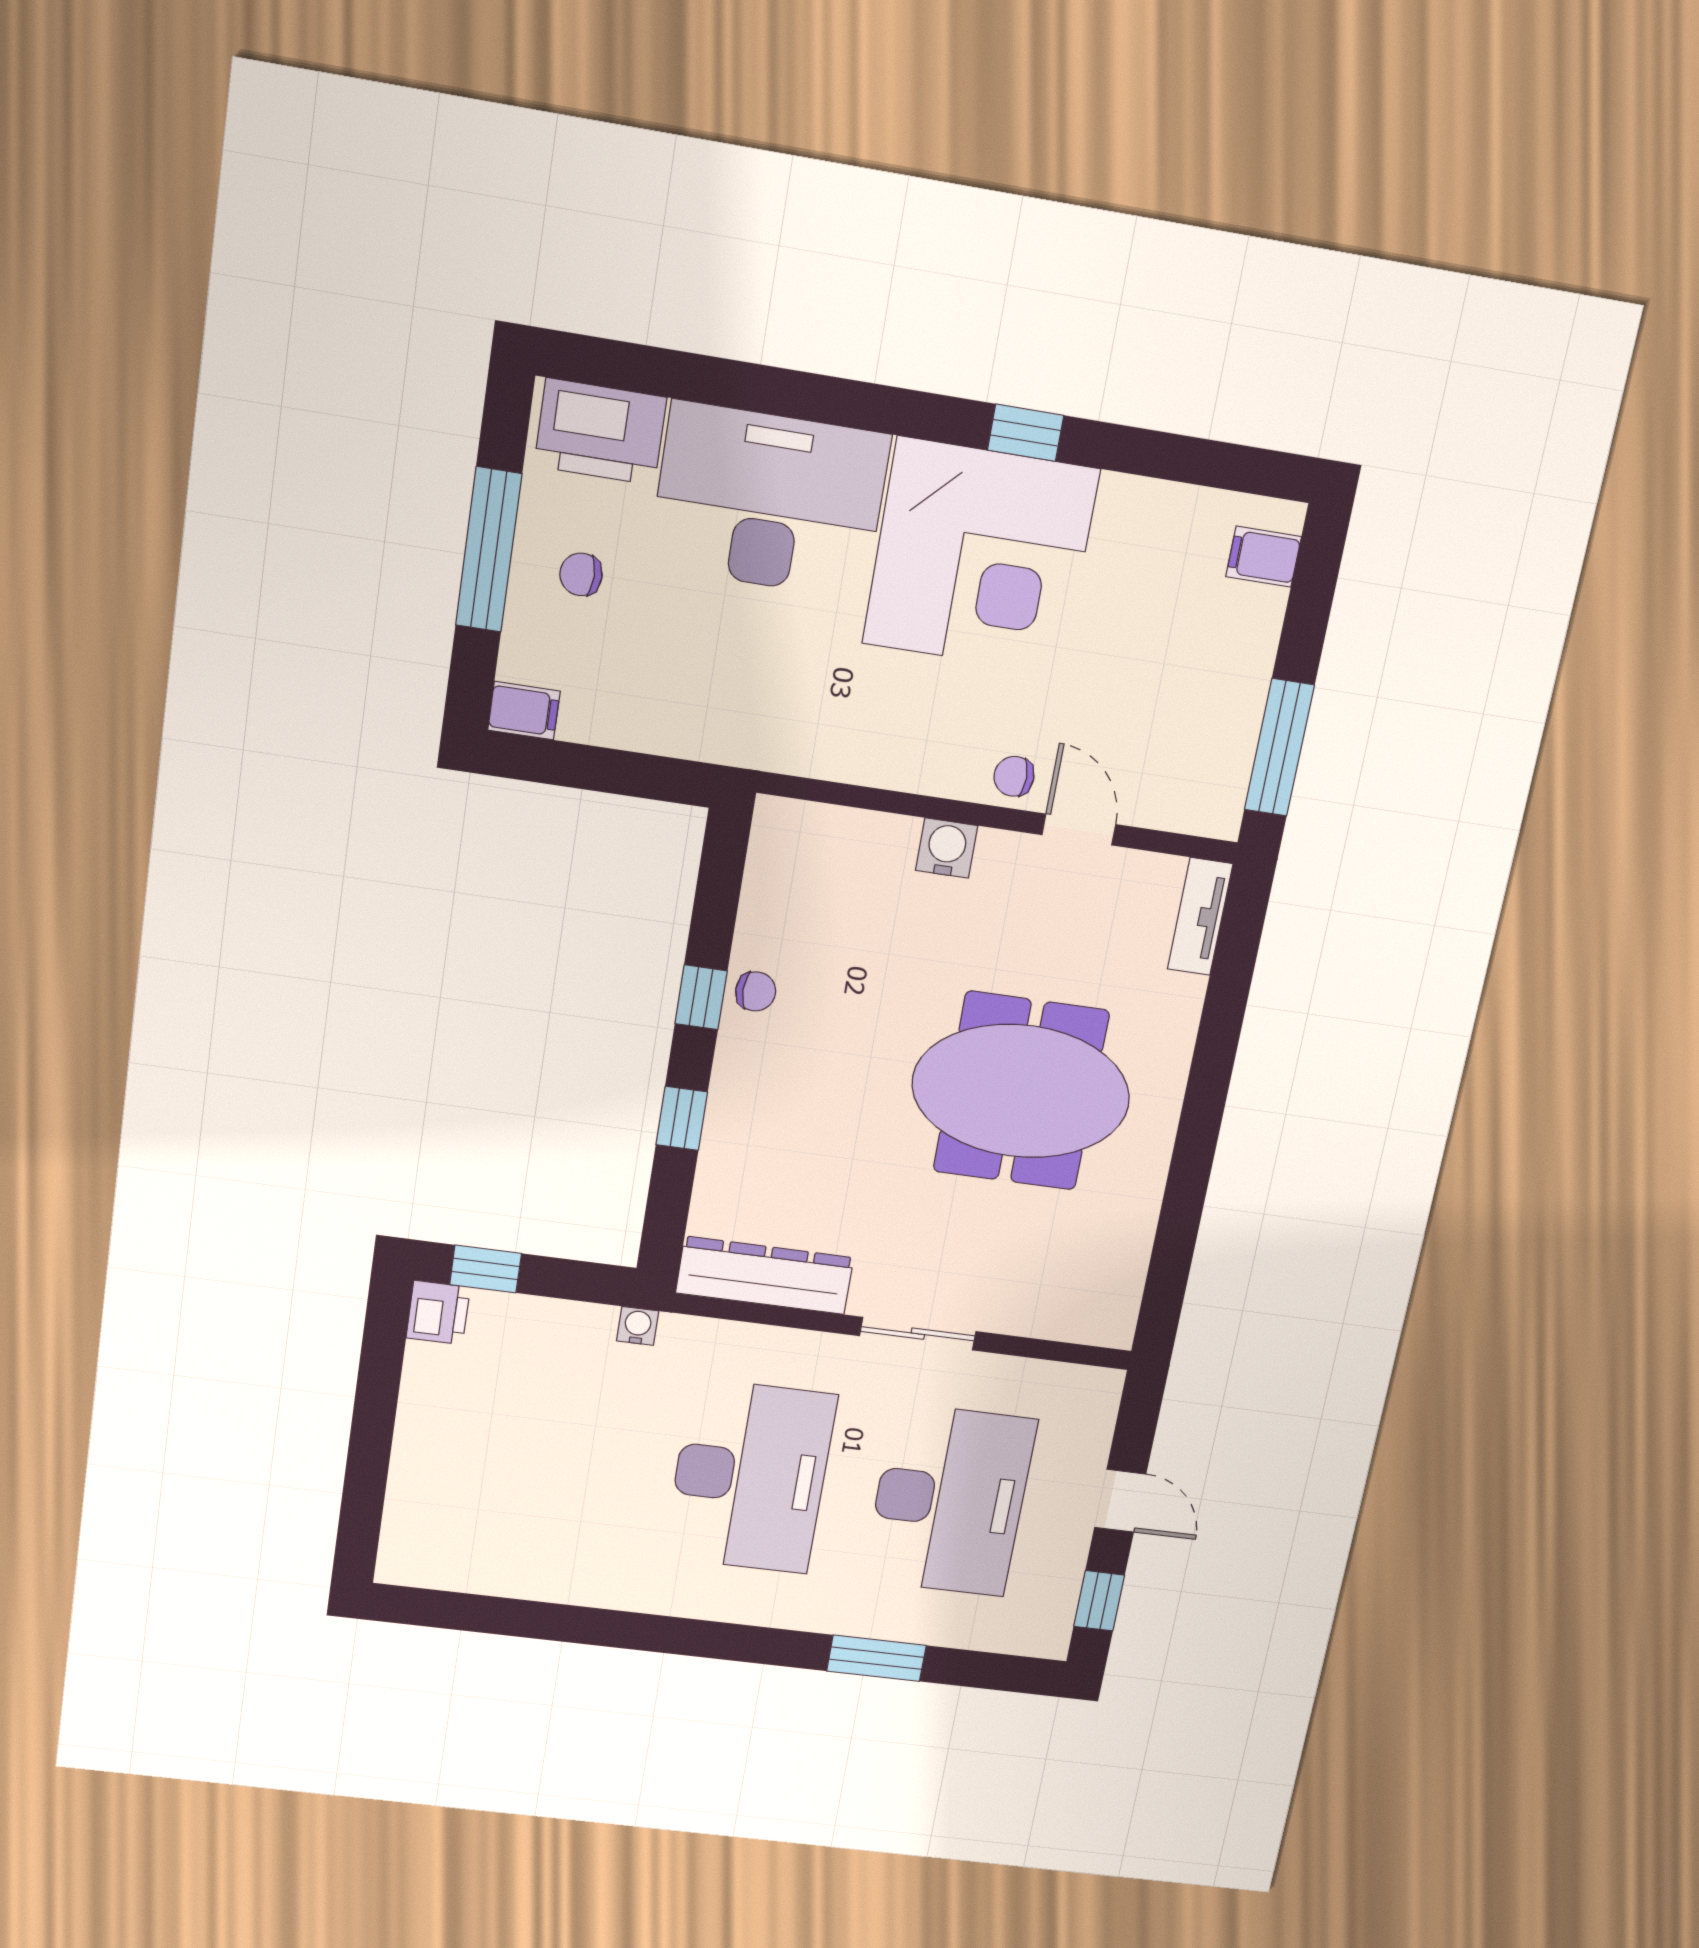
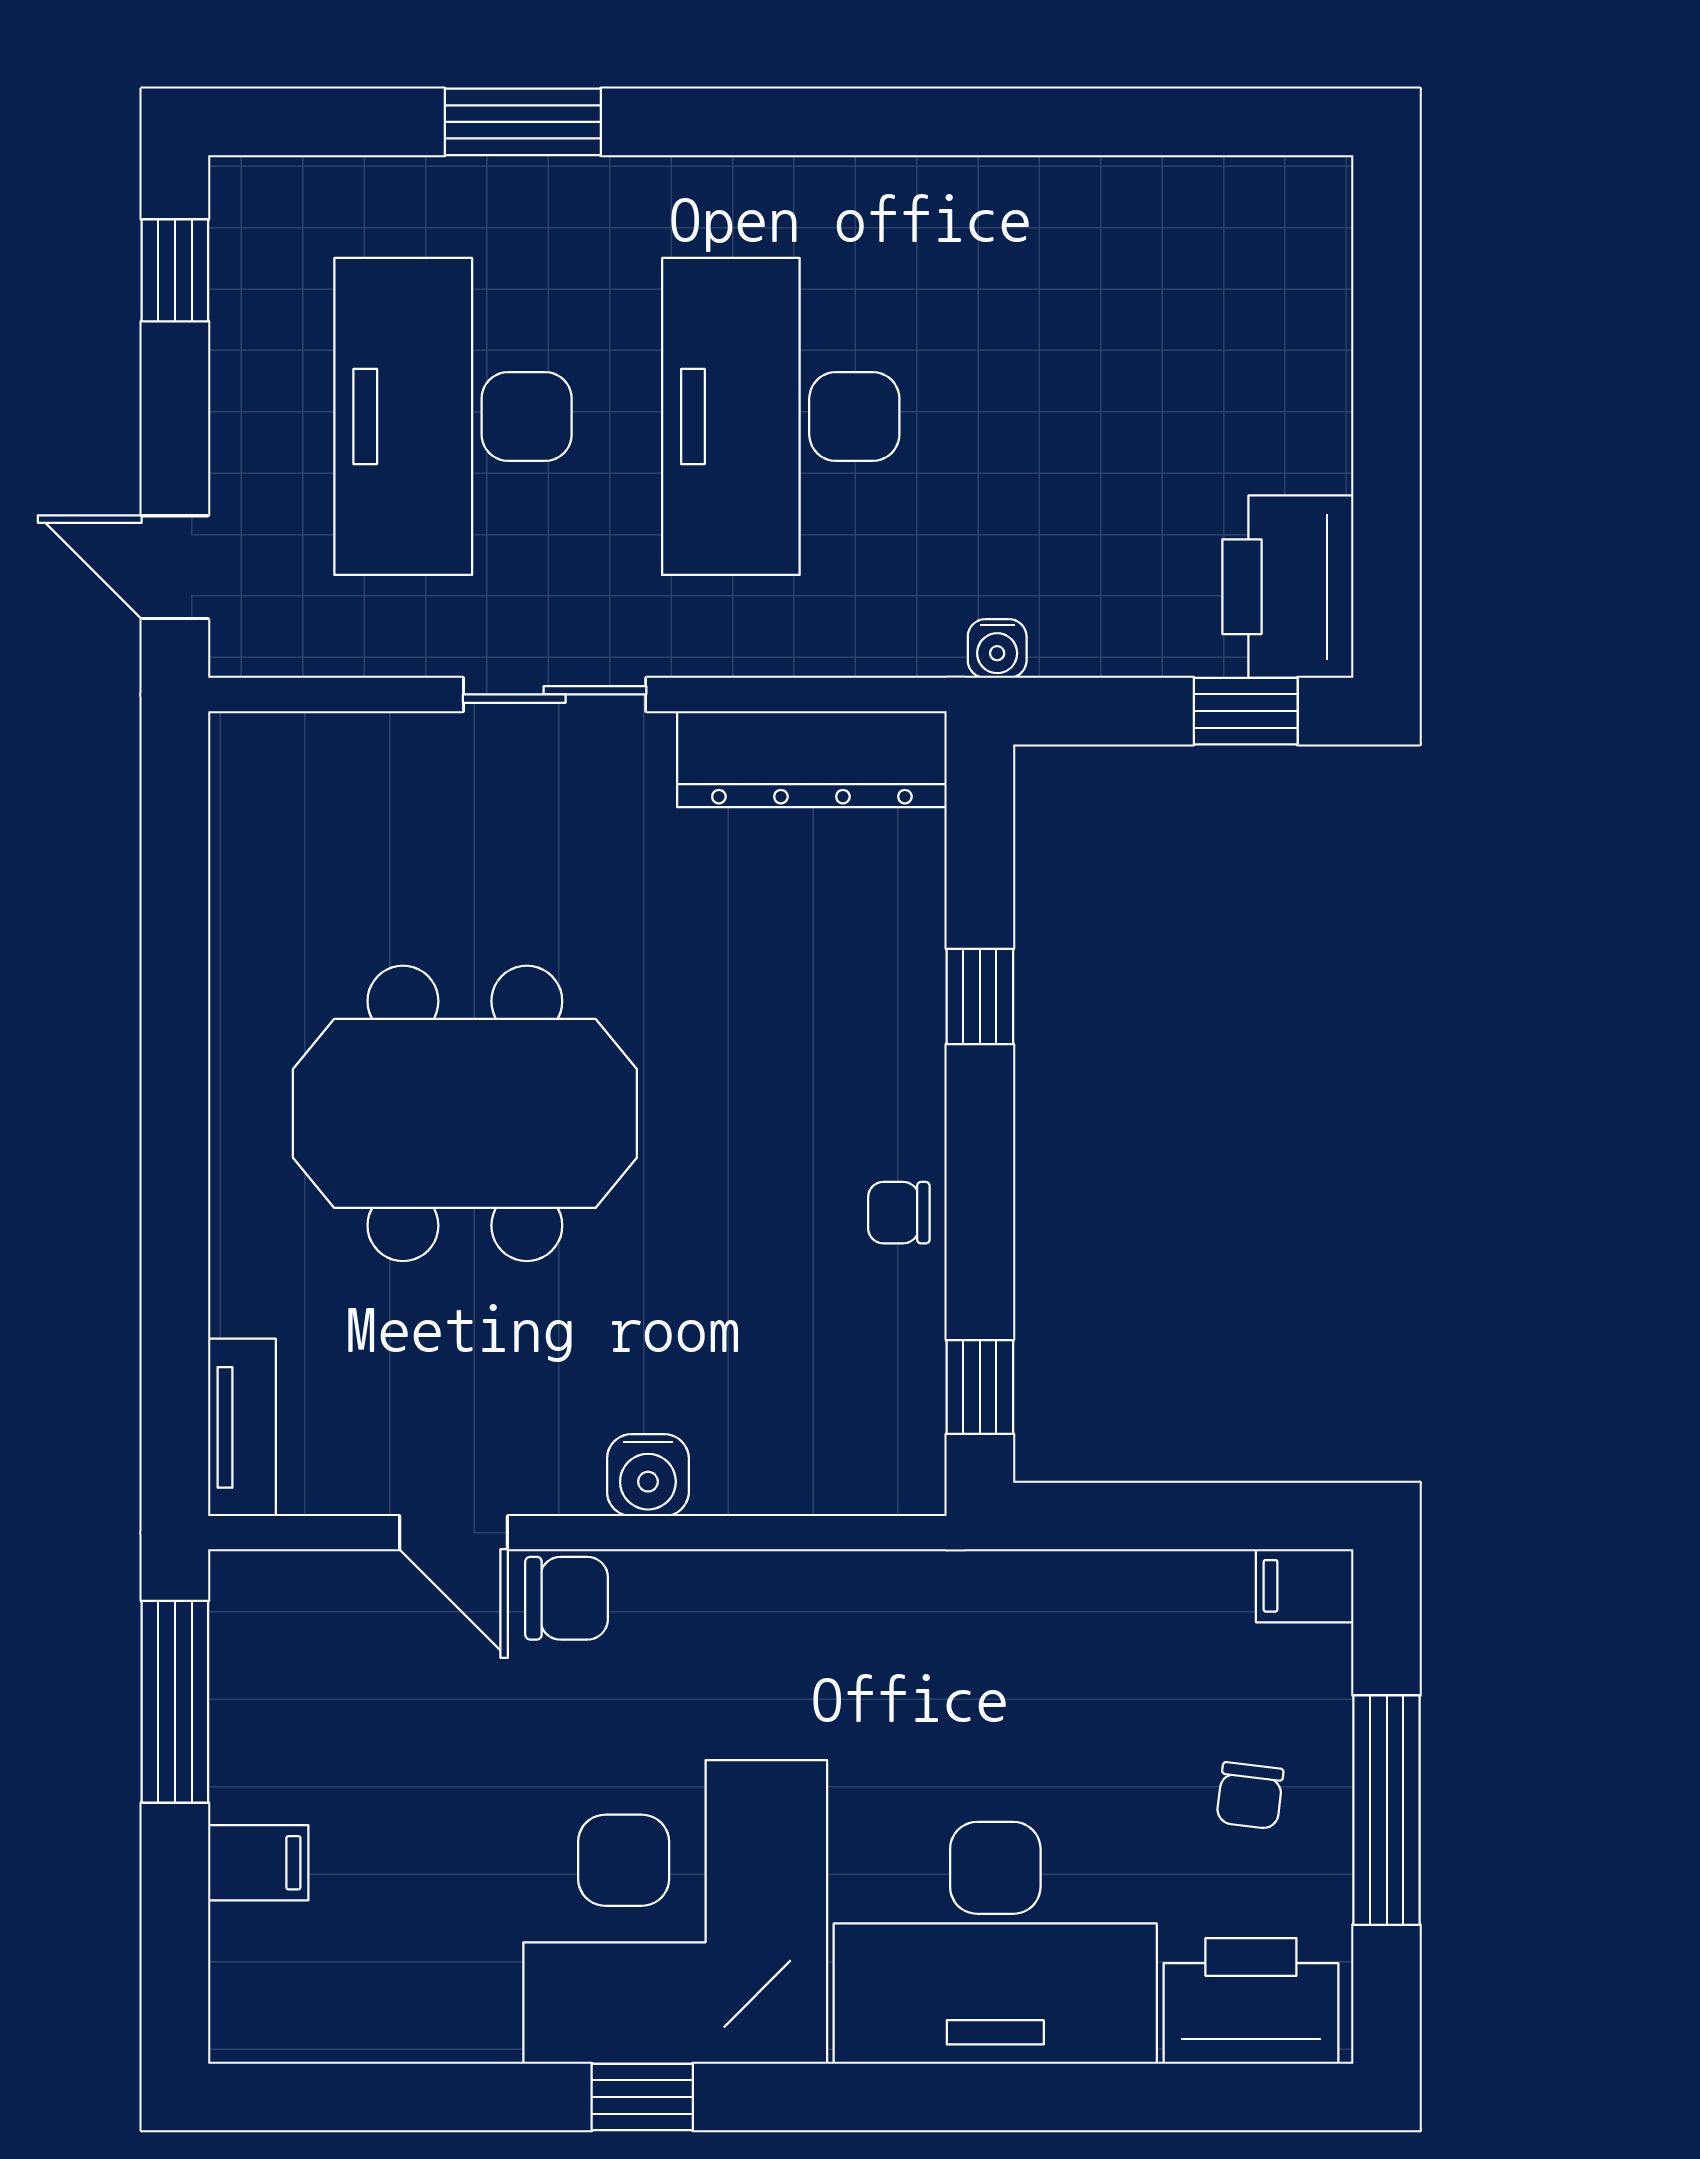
filing cabinet: (1264, 557) -> (258, 1863), moved
chair: (581, 574) -> (1250, 1796), turned 97
chair: (1014, 776) -> (567, 1598), width x1.37, depth x1.37
window: (701, 997) -> (980, 1387), moved
printer: (438, 1313) -> (1288, 587), width x1.87, depth x1.48
door: (1120, 1501) -> (175, 567), moved

